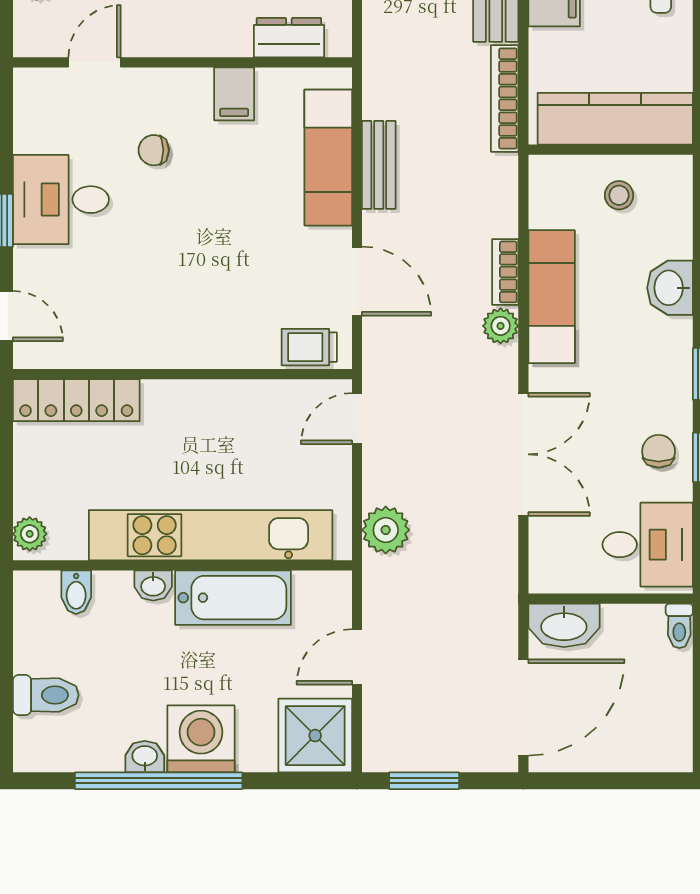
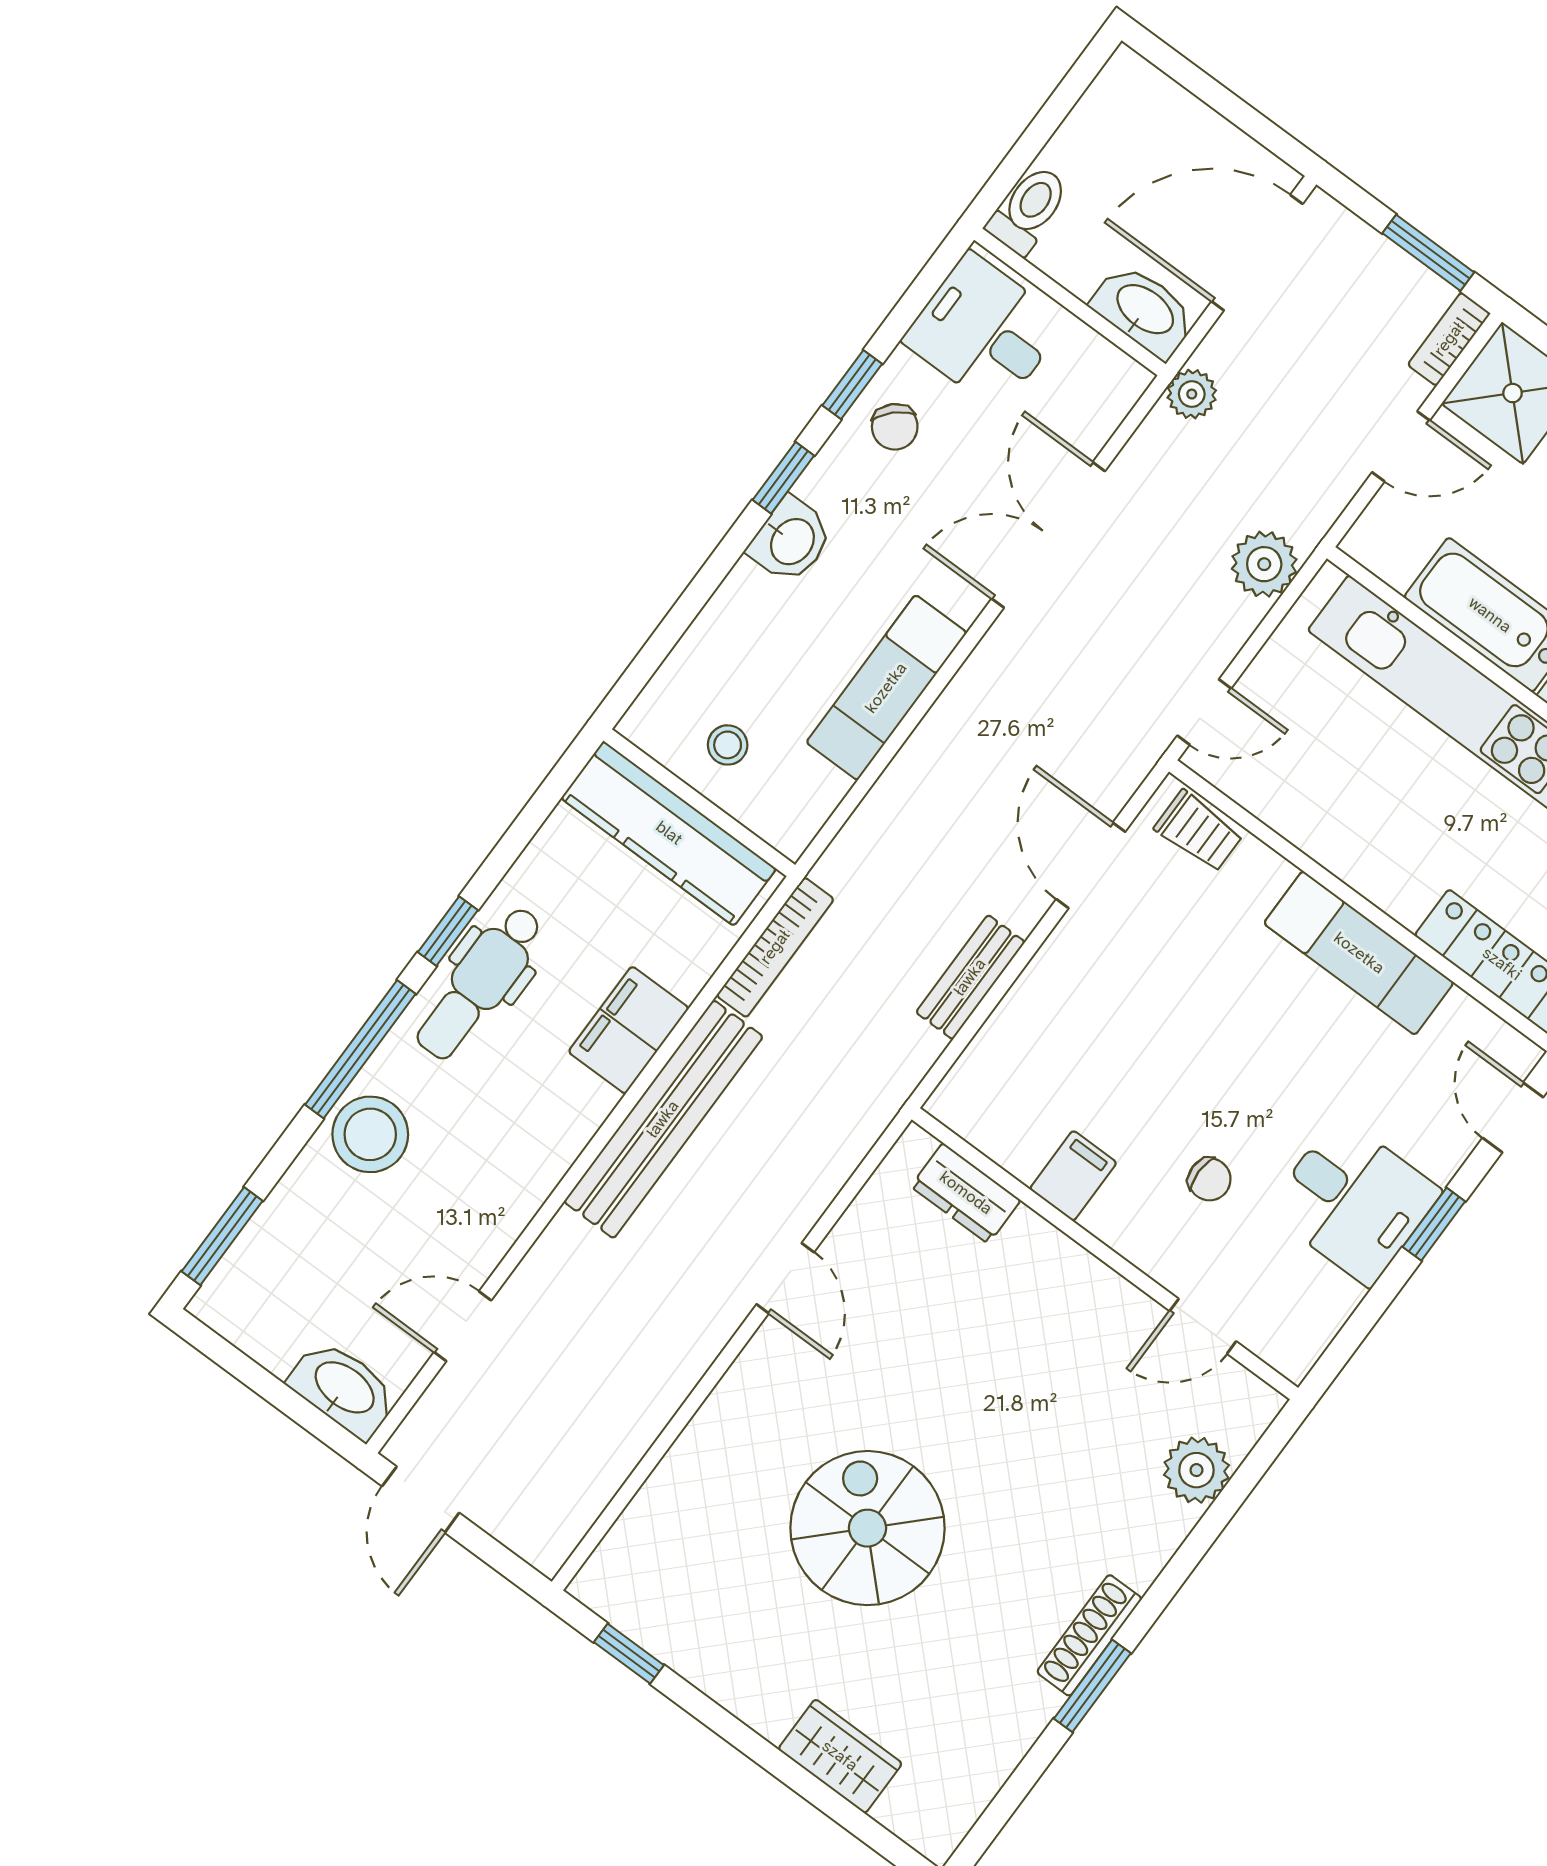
exam couch: (328, 158) -> (1359, 953), moved, turned 90
bookcase: (505, 272) -> (1449, 339), moved, turned 180
washbasin: (670, 288) -> (791, 540), moved
plant: (501, 326) -> (1192, 394), moved
chair: (659, 451) -> (895, 427), turned -44
toilet: (679, 626) -> (1029, 209), width x1.37, depth x1.39

